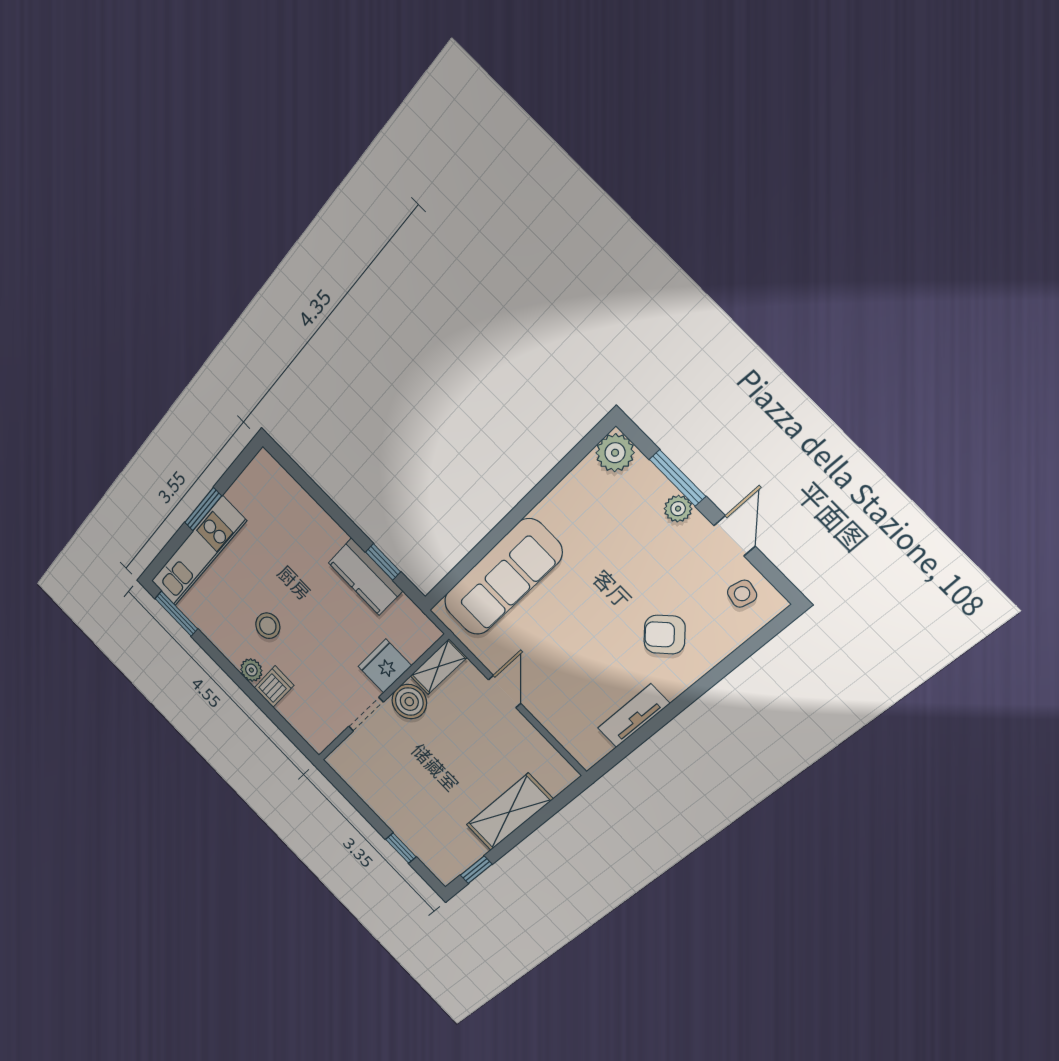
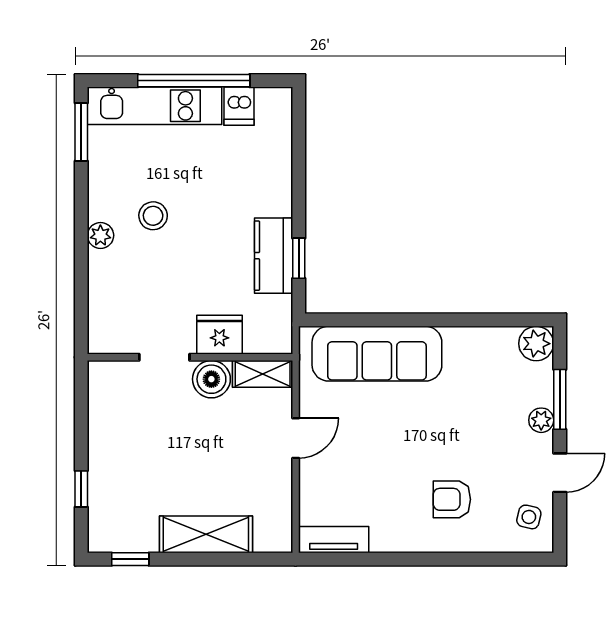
window: (203, 509) -> (194, 81), width x2.11
armchair: (665, 635) -> (452, 499), turned -45
dishwasher: (274, 687) -> (239, 106), moved, turned 90
tv unit: (634, 716) -> (334, 540), moved

